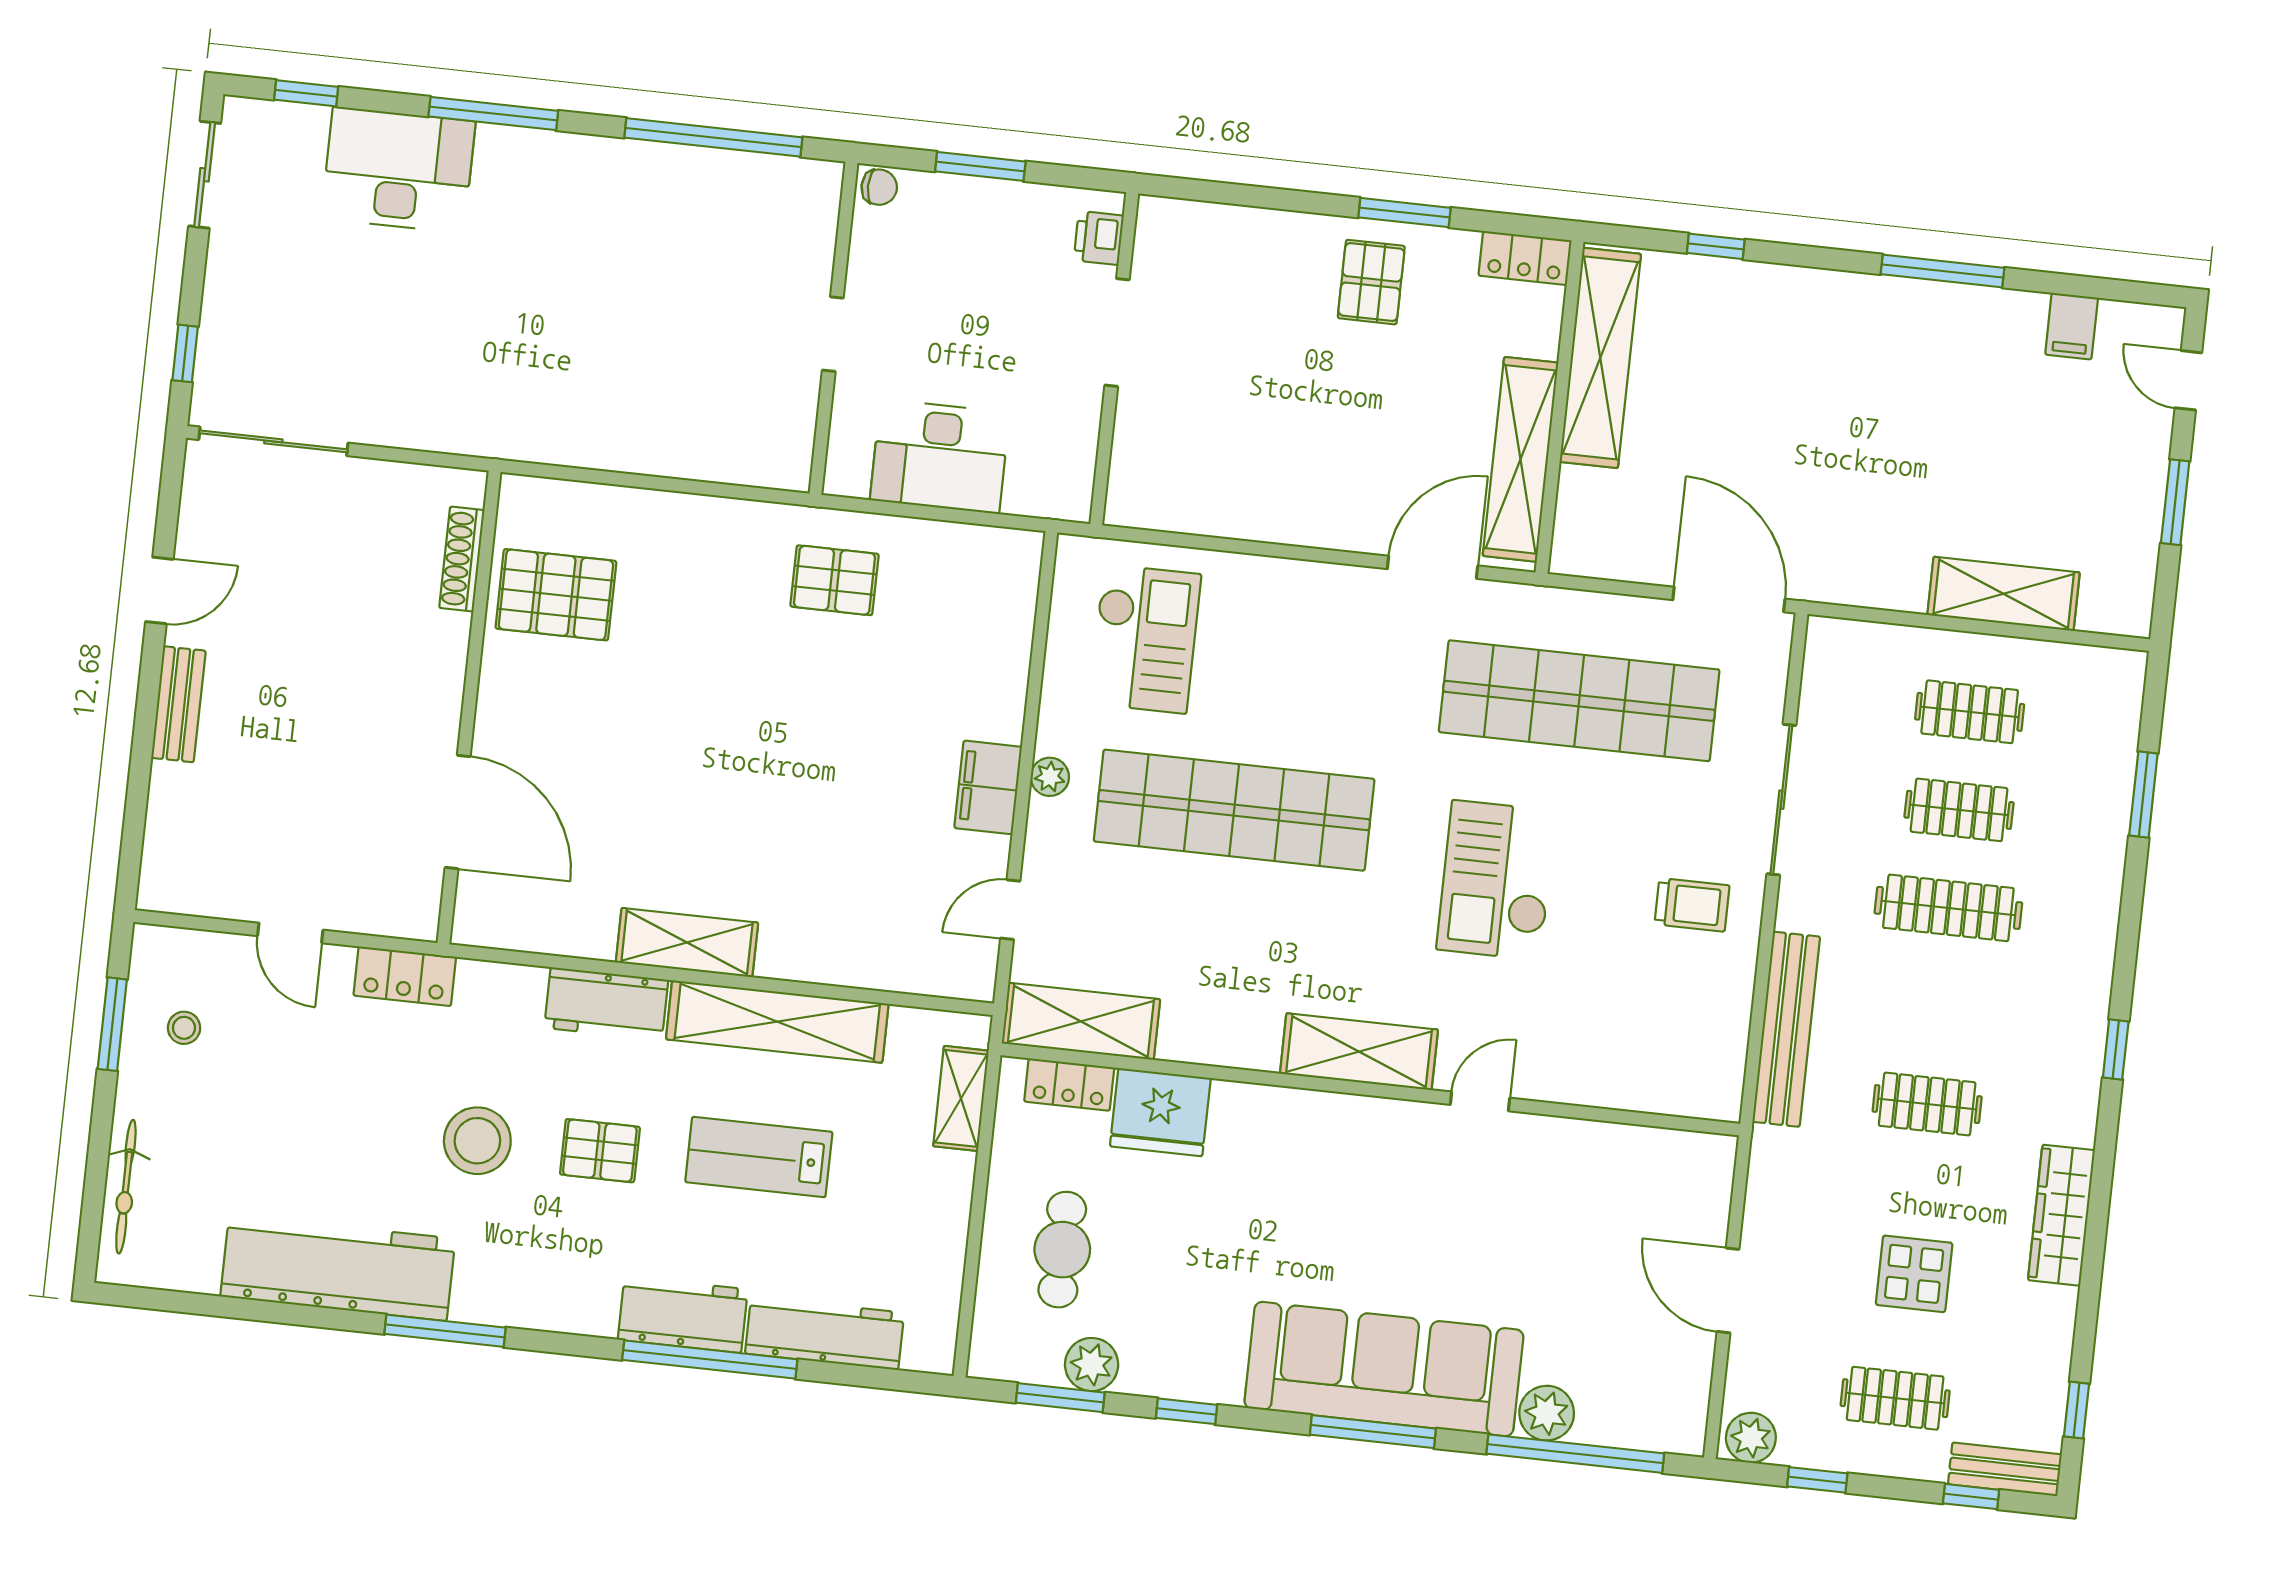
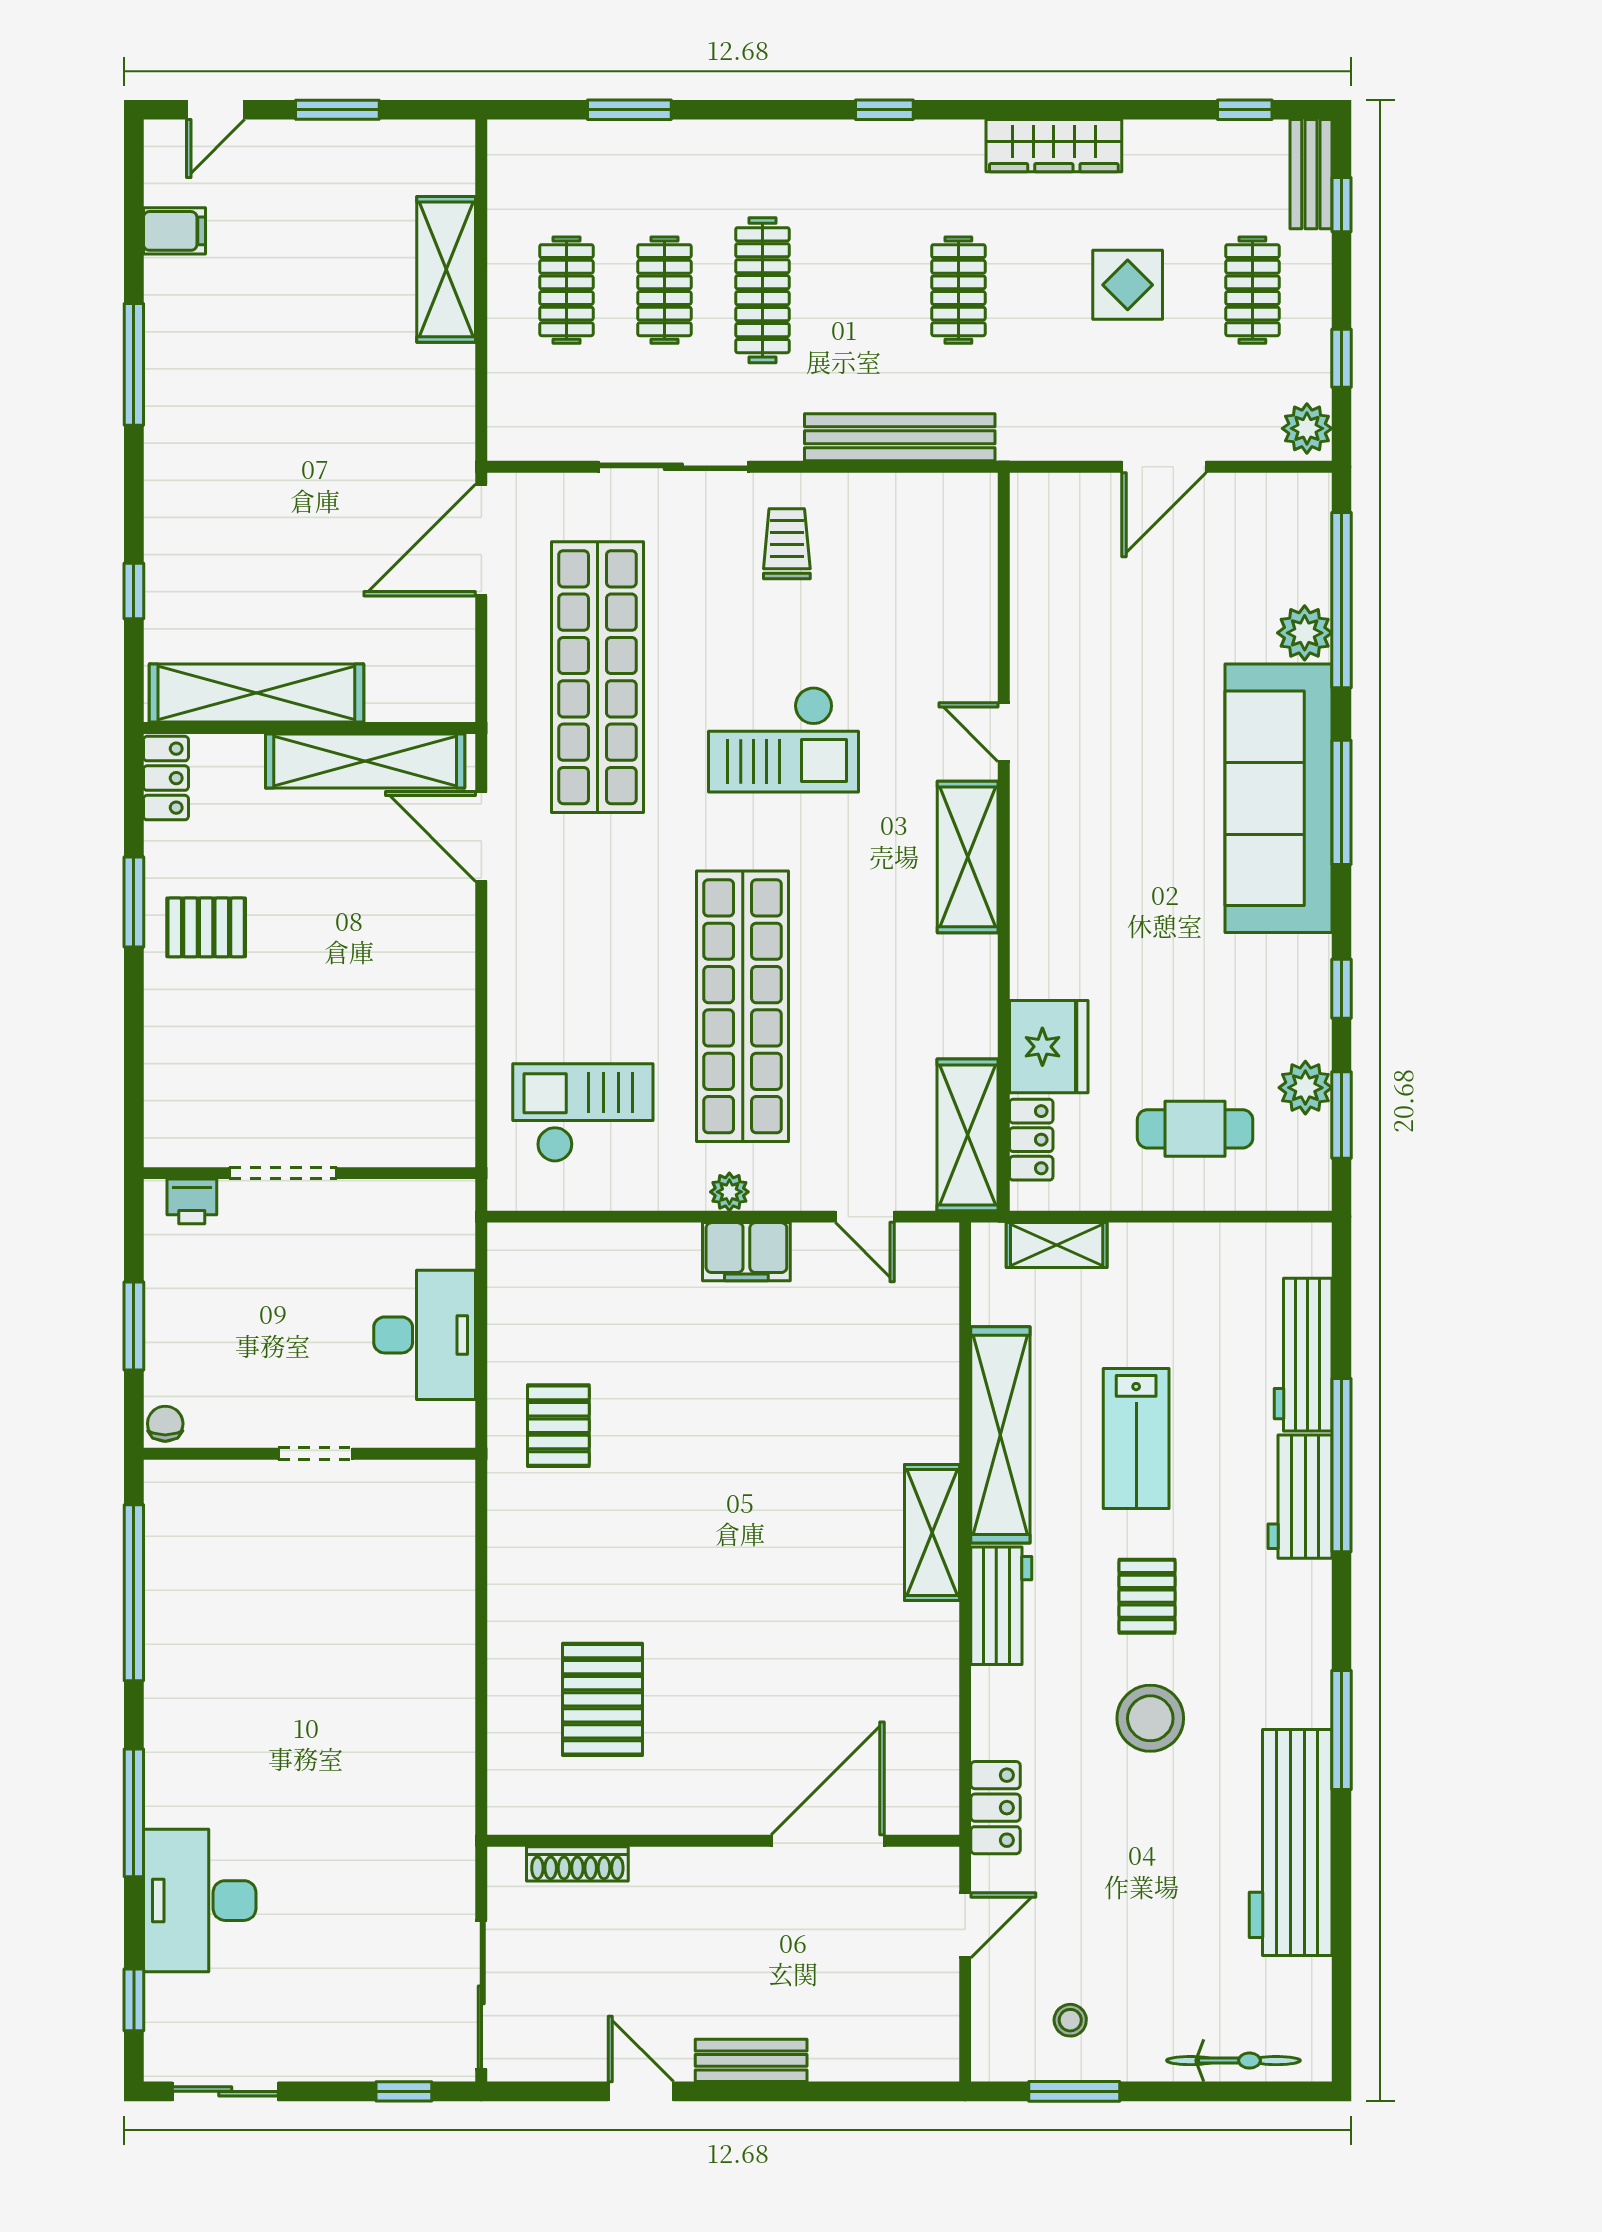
shoe rack: (462, 559) -> (577, 1864), moved
wall: (469, 707) -> (723, 1841), moved
door: (458, 812) -> (828, 1841), moved

